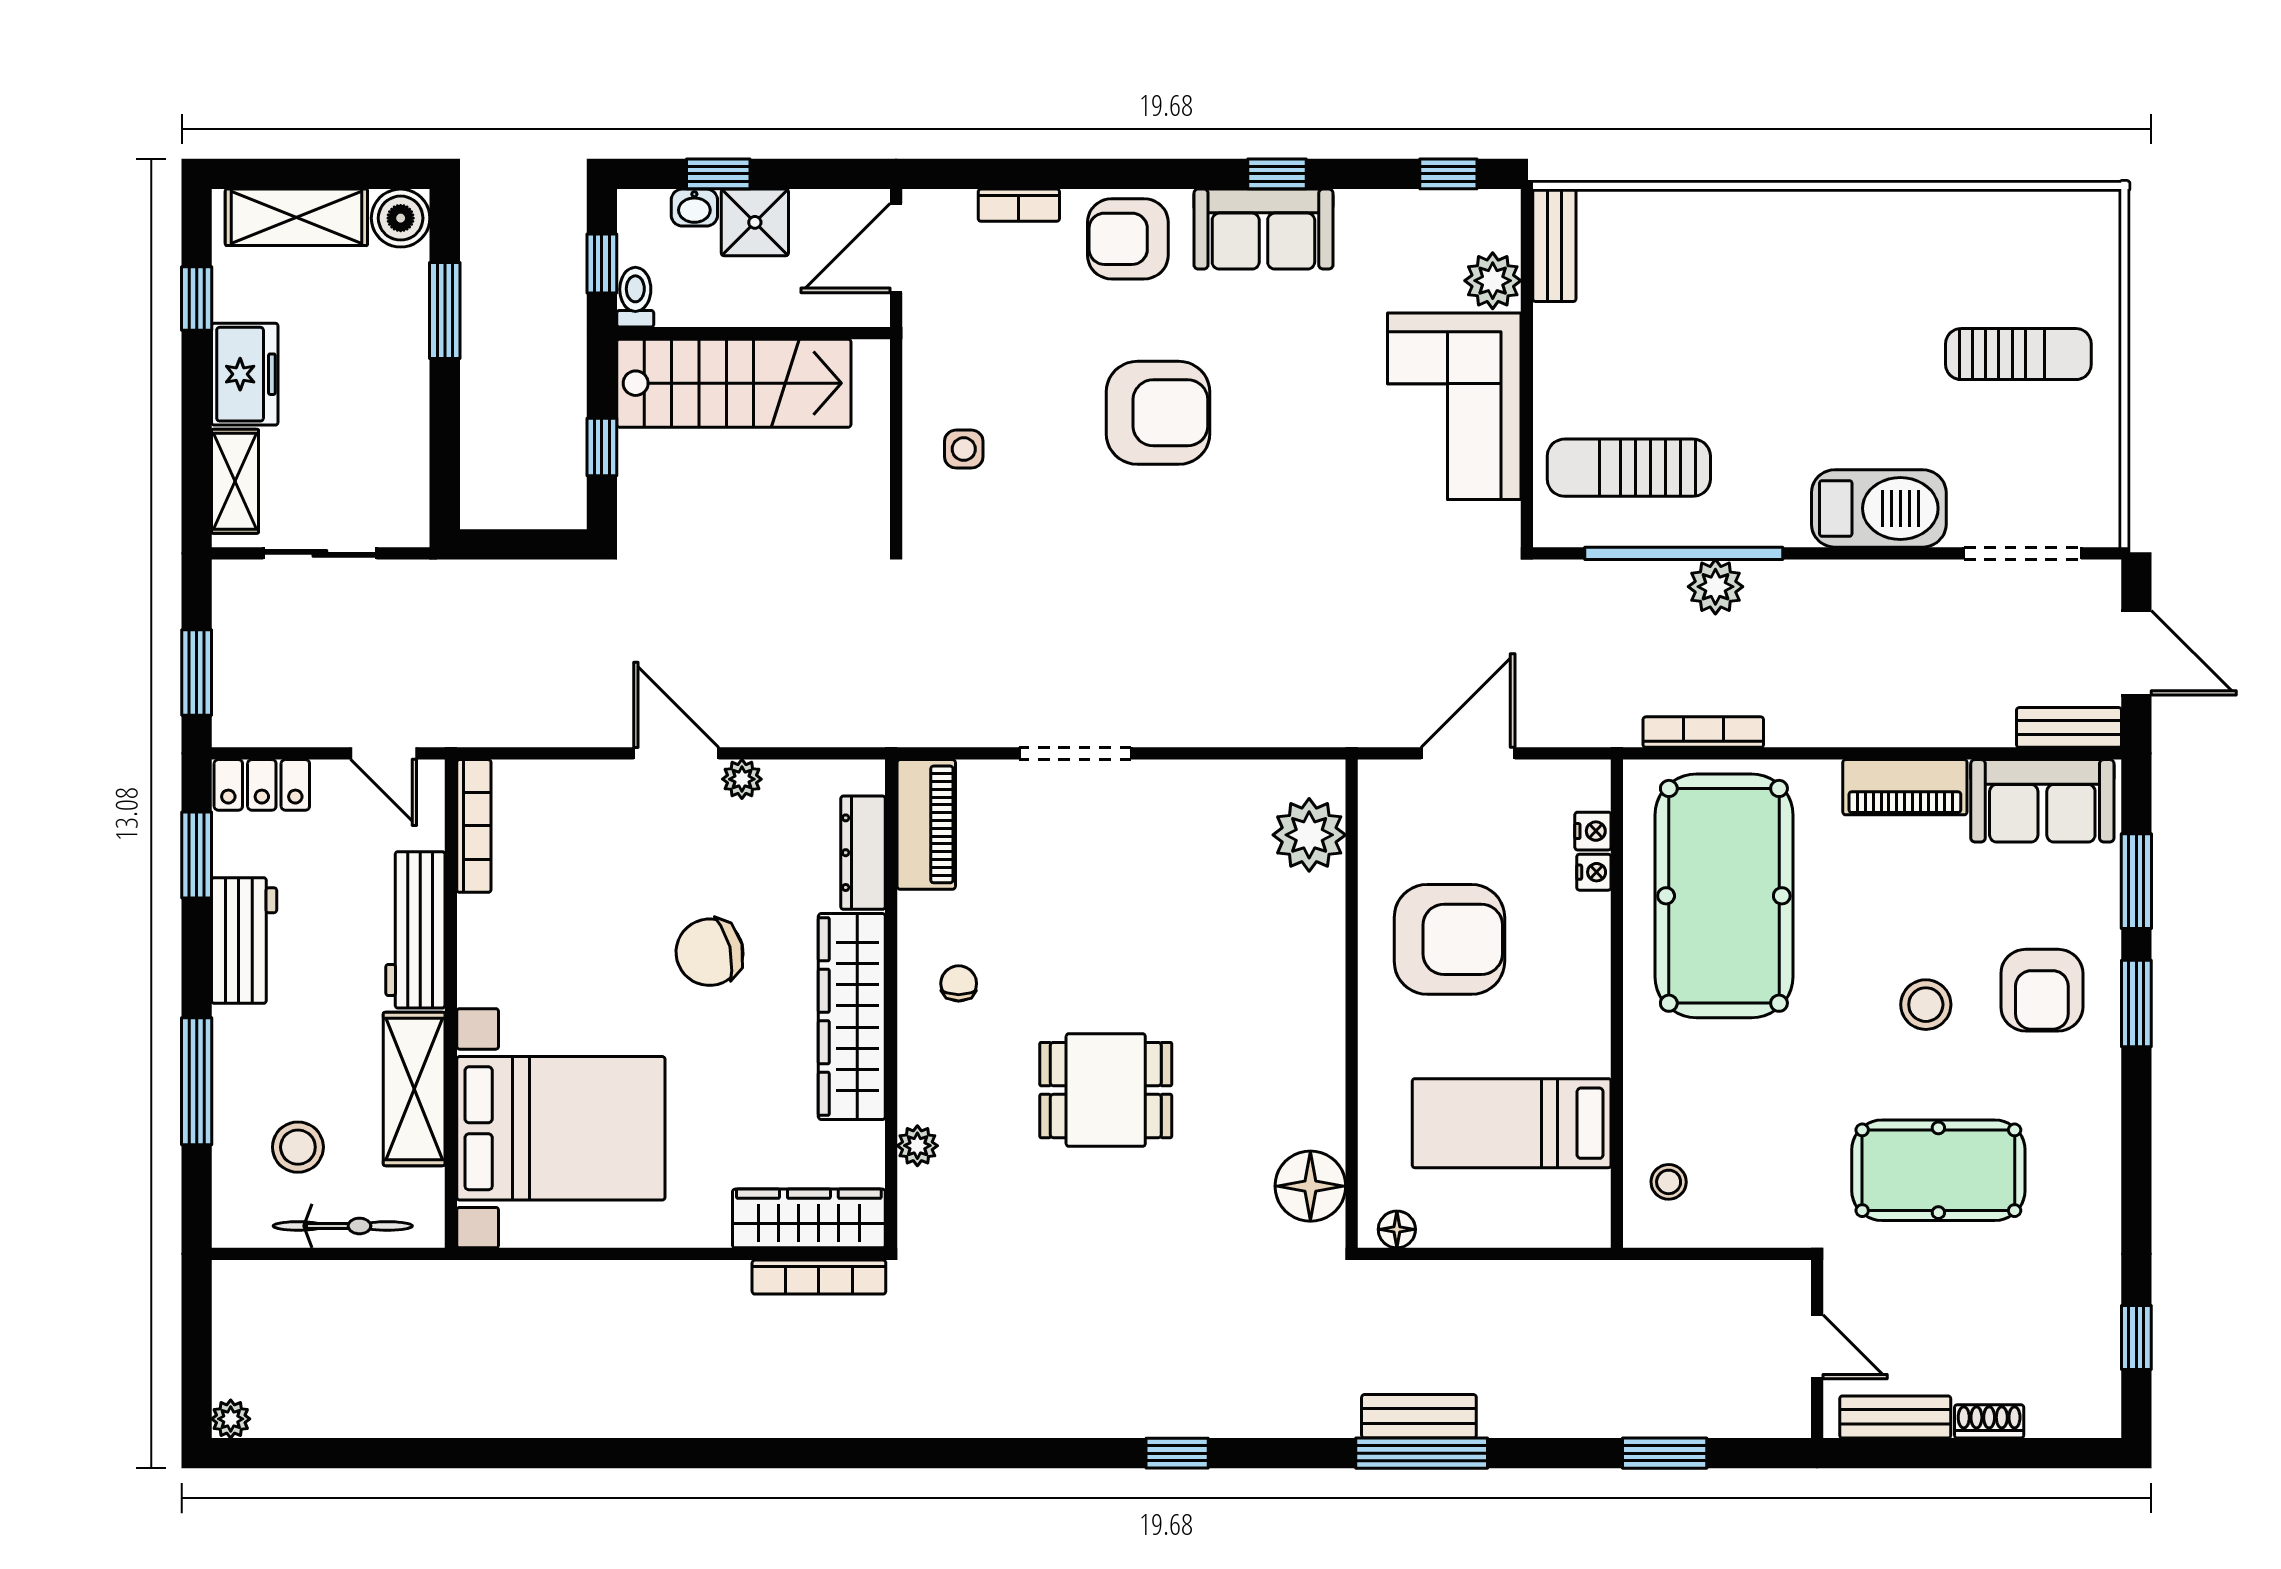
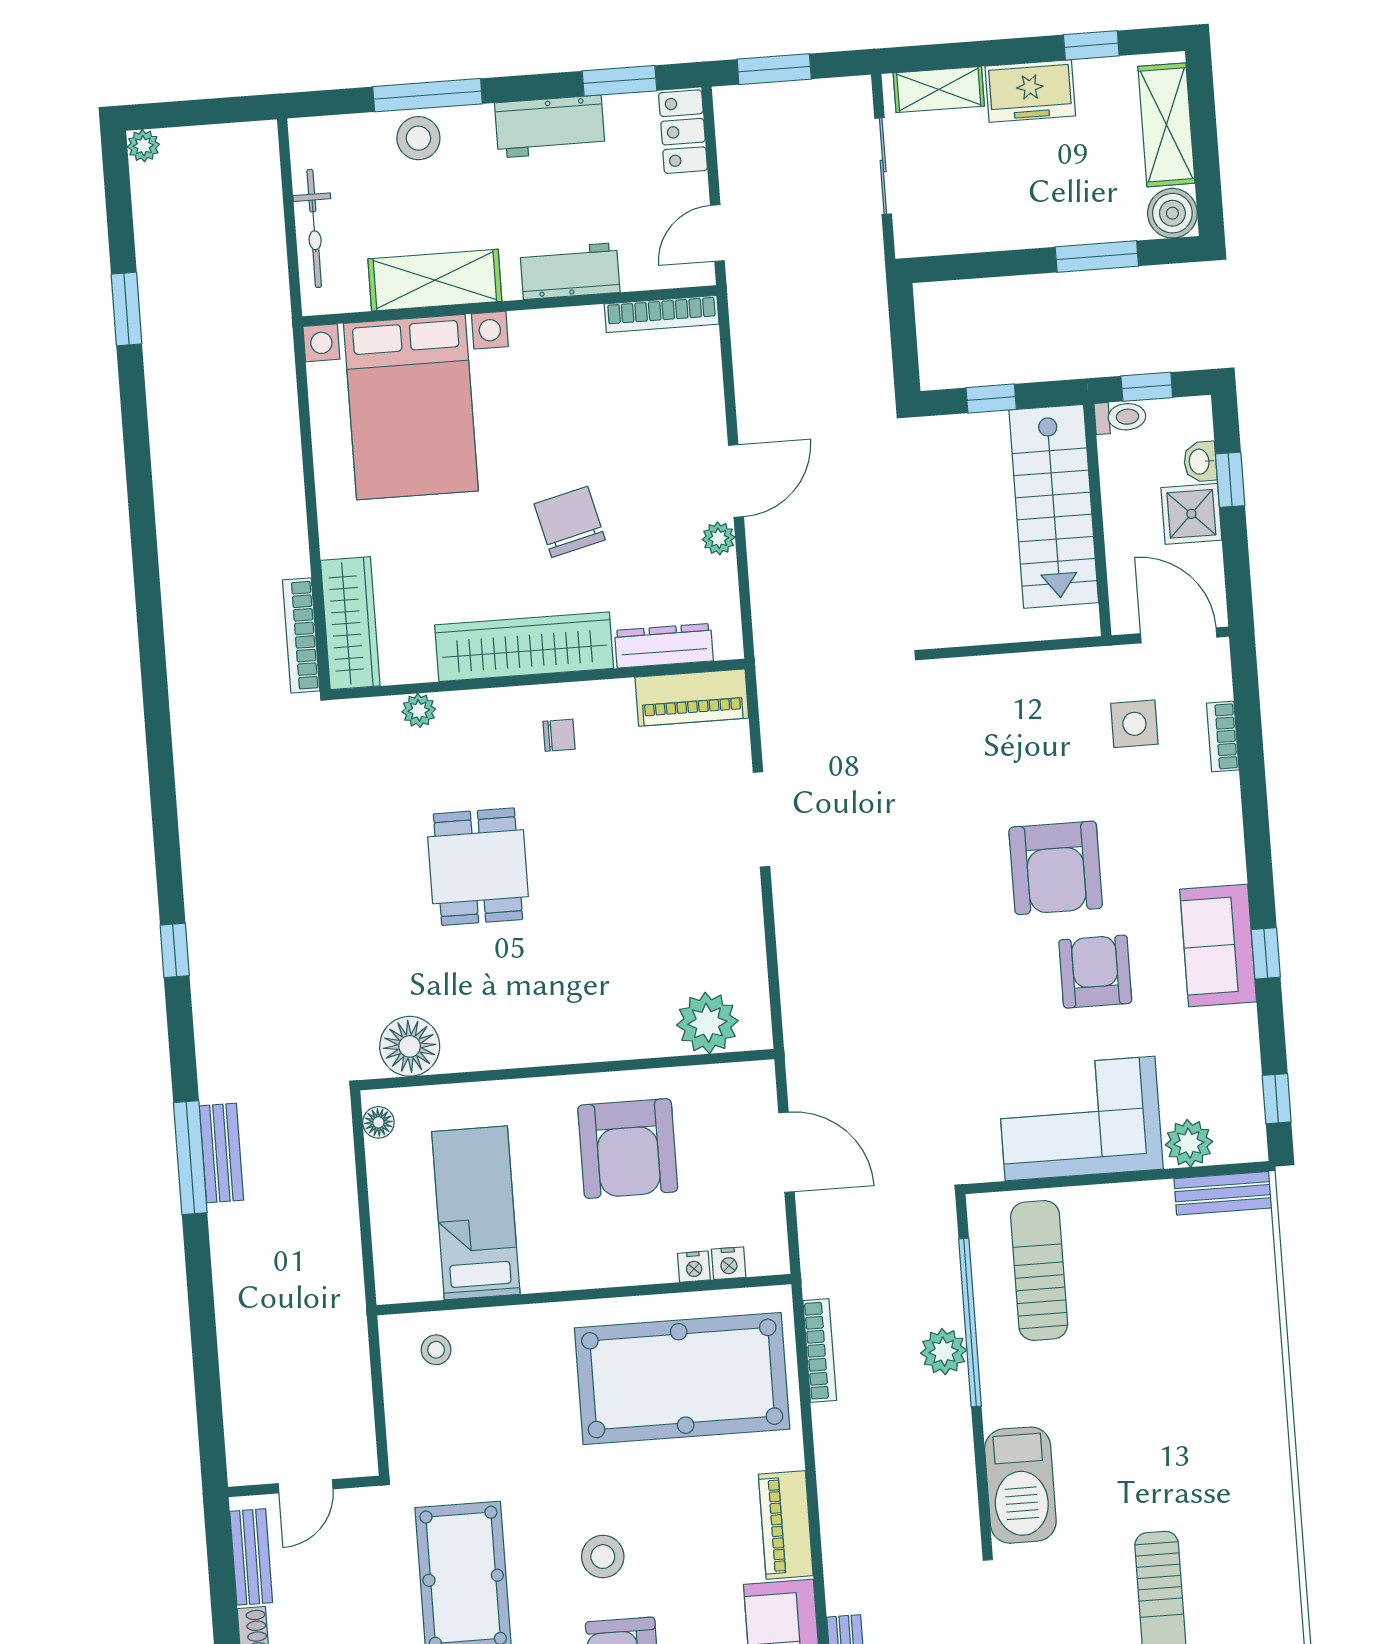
armchair: (1128, 239) -> (1095, 972), moved
side table: (964, 449) -> (1134, 724), moved, width x1.37, depth x1.37
workbench: (415, 930) -> (570, 271), width x0.73
stool: (298, 1147) -> (418, 138), moved
window: (1665, 1453) -> (126, 309), moved

